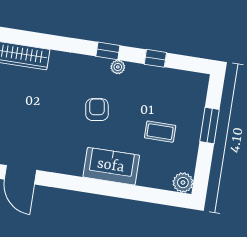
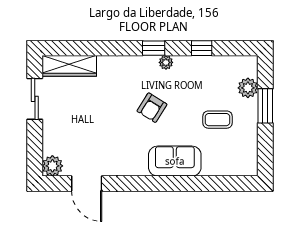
armchair: (97, 110) -> (152, 108), turned -139
plant: (183, 183) -> (248, 88), moved

